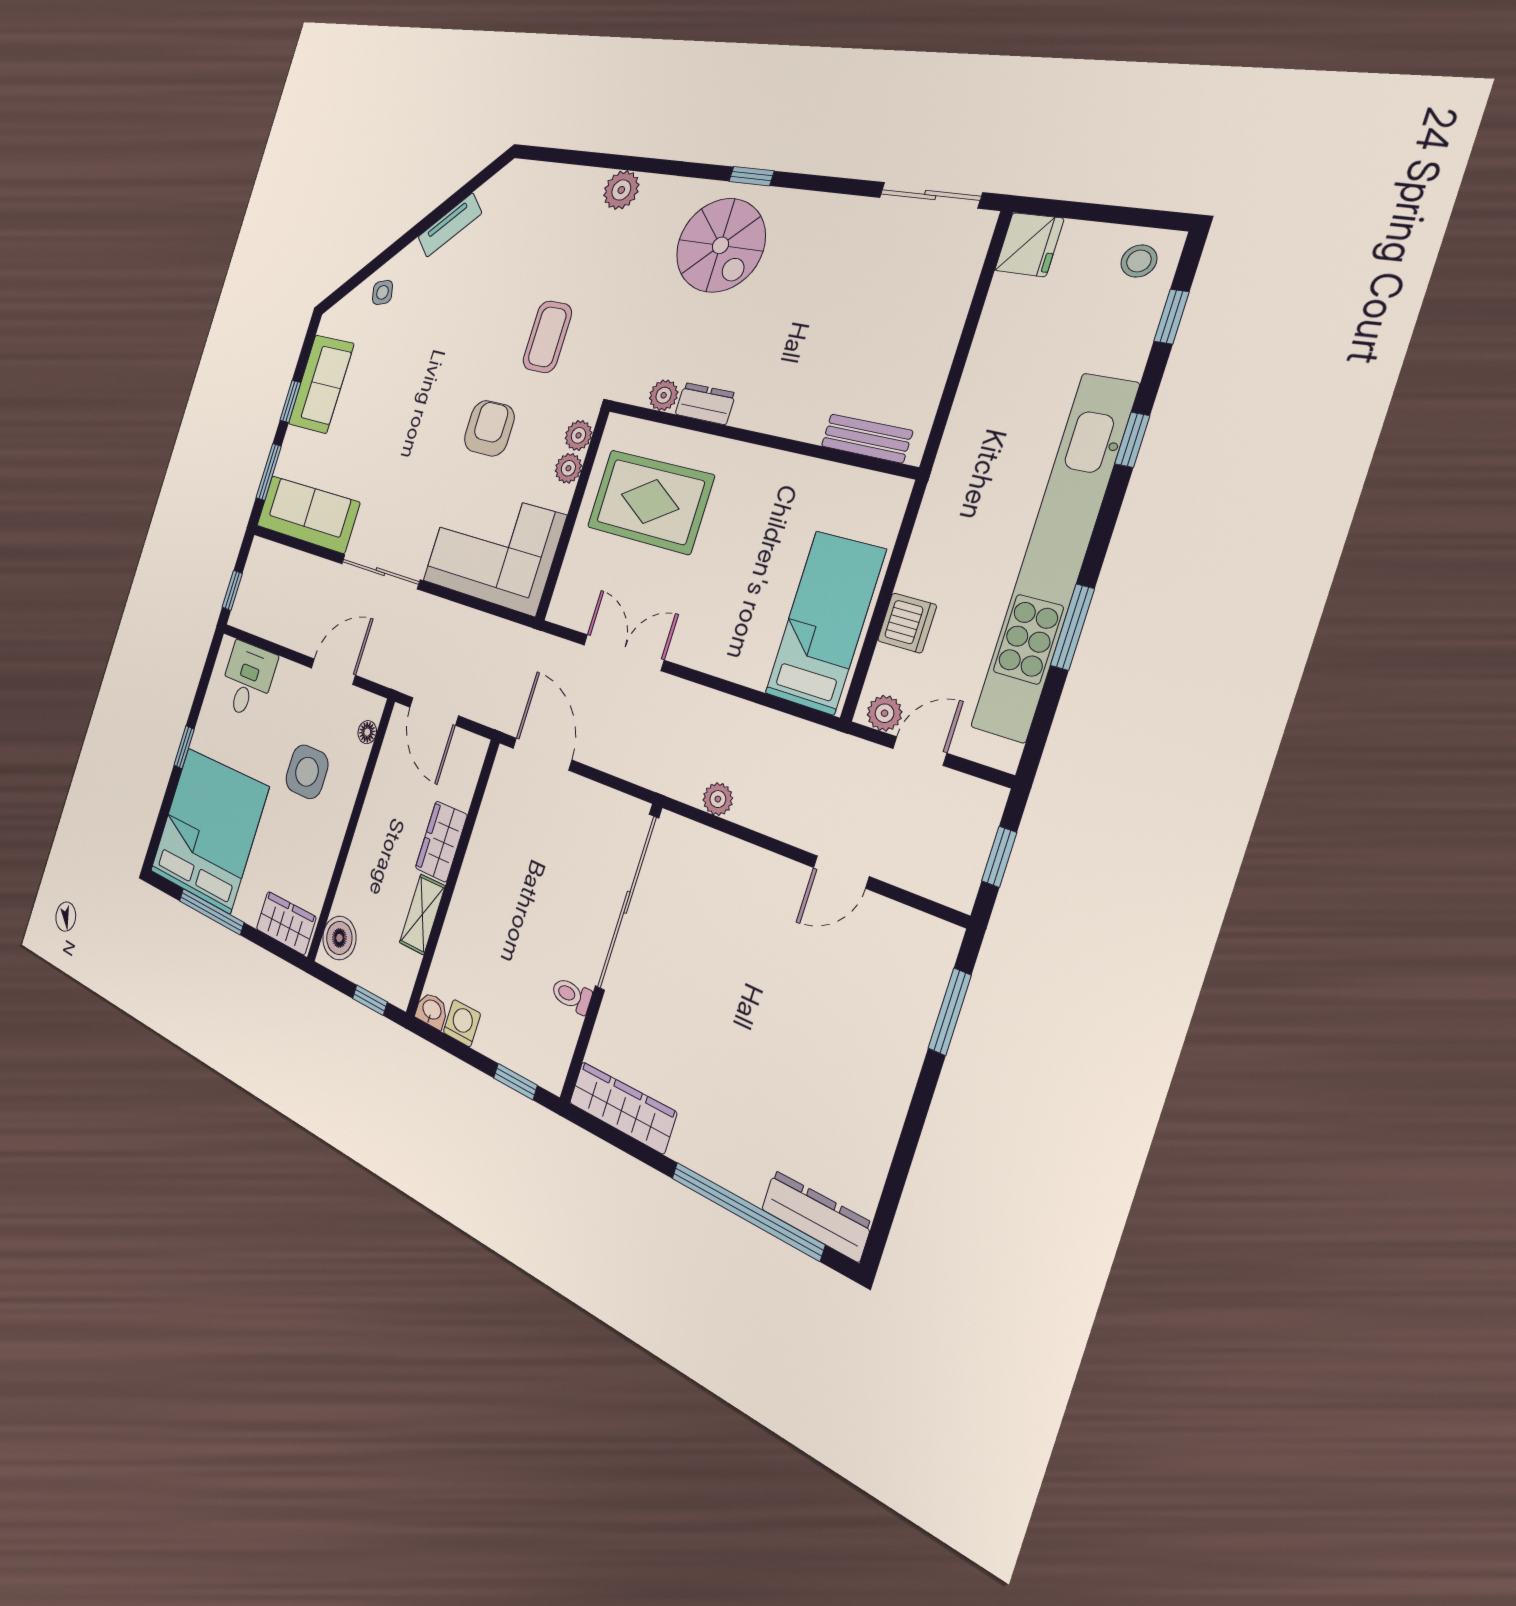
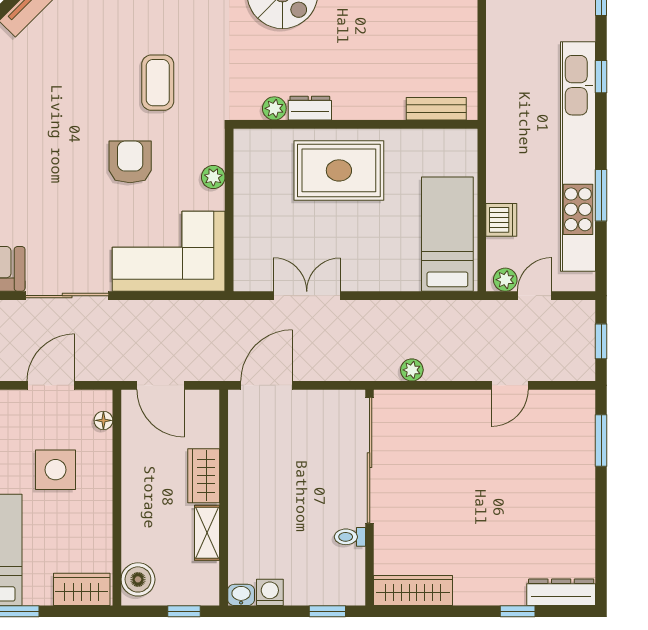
plant: (578, 435) -> (213, 151), removed
rug: (650, 502) -> (339, 170), moved
door: (542, 754) -> (267, 385), hinge flipped
window: (746, 1211) -> (518, 611), width x0.32

